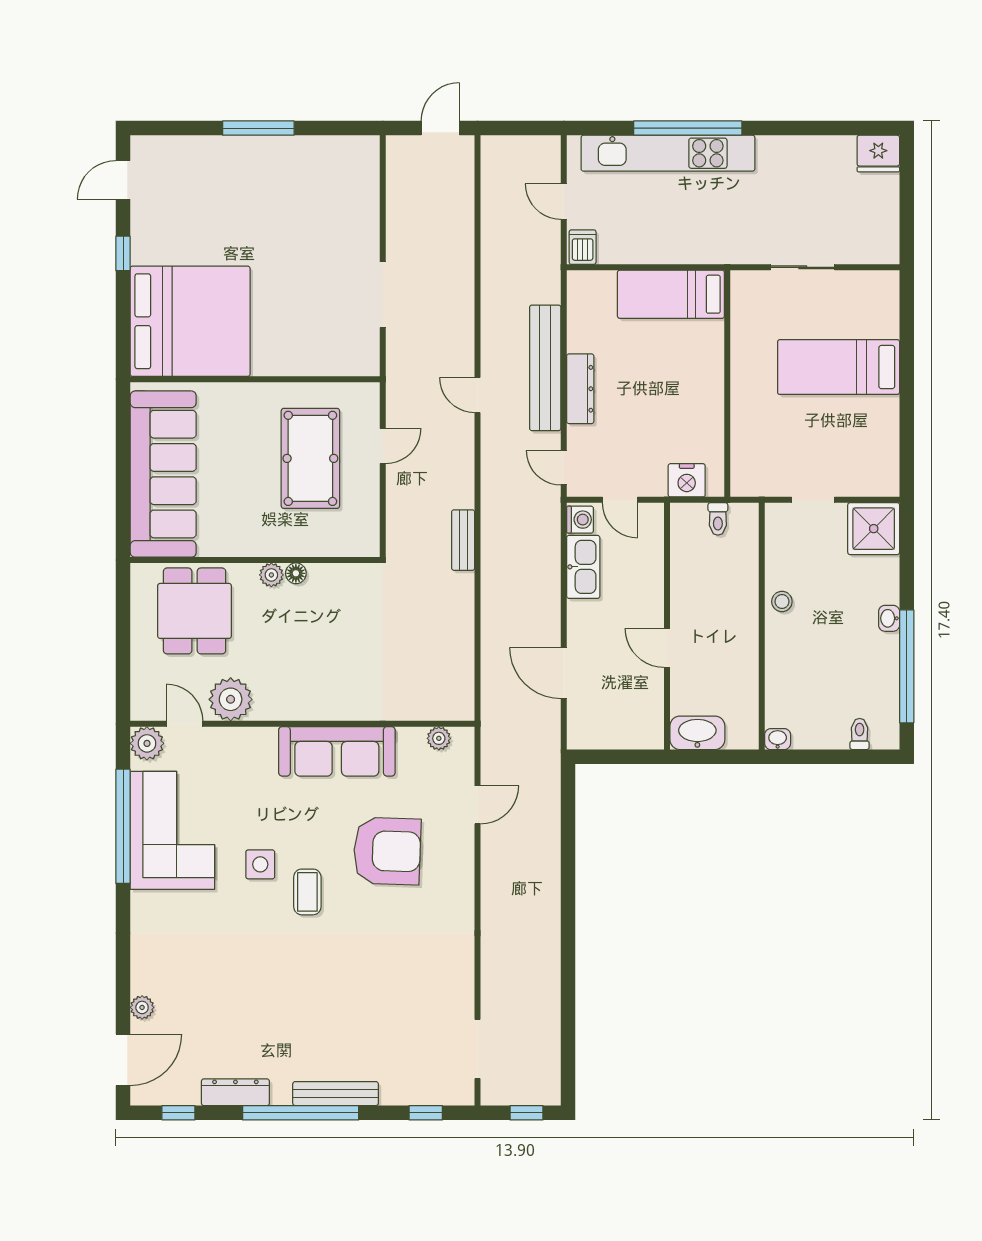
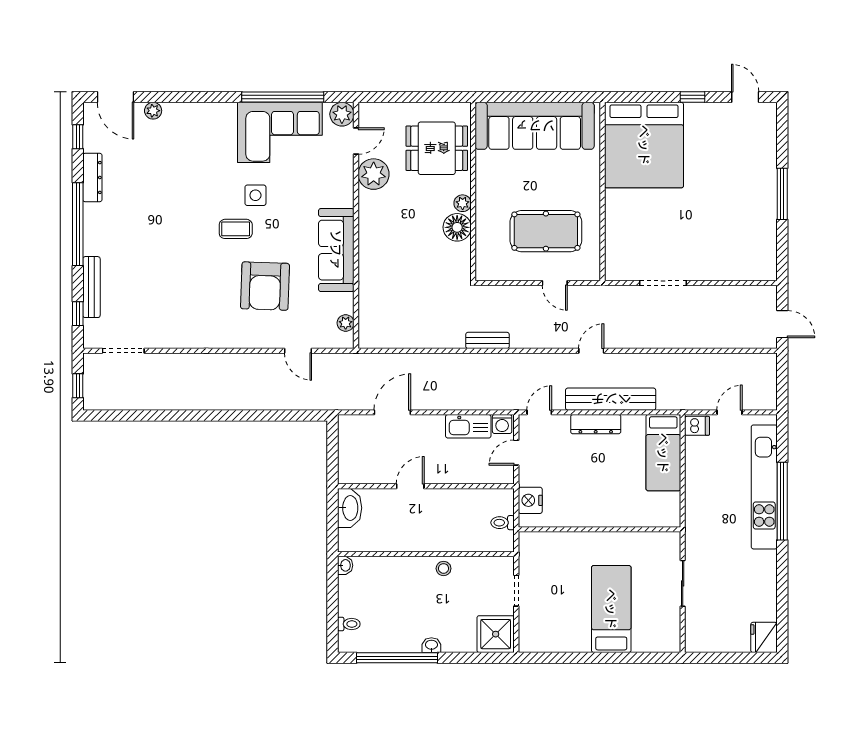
bed: (671, 294) -> (663, 453), moved, turned 180
floor lamp: (296, 573) -> (457, 227), width x1.89, depth x1.89
bench: (336, 1094) -> (91, 287), moved

